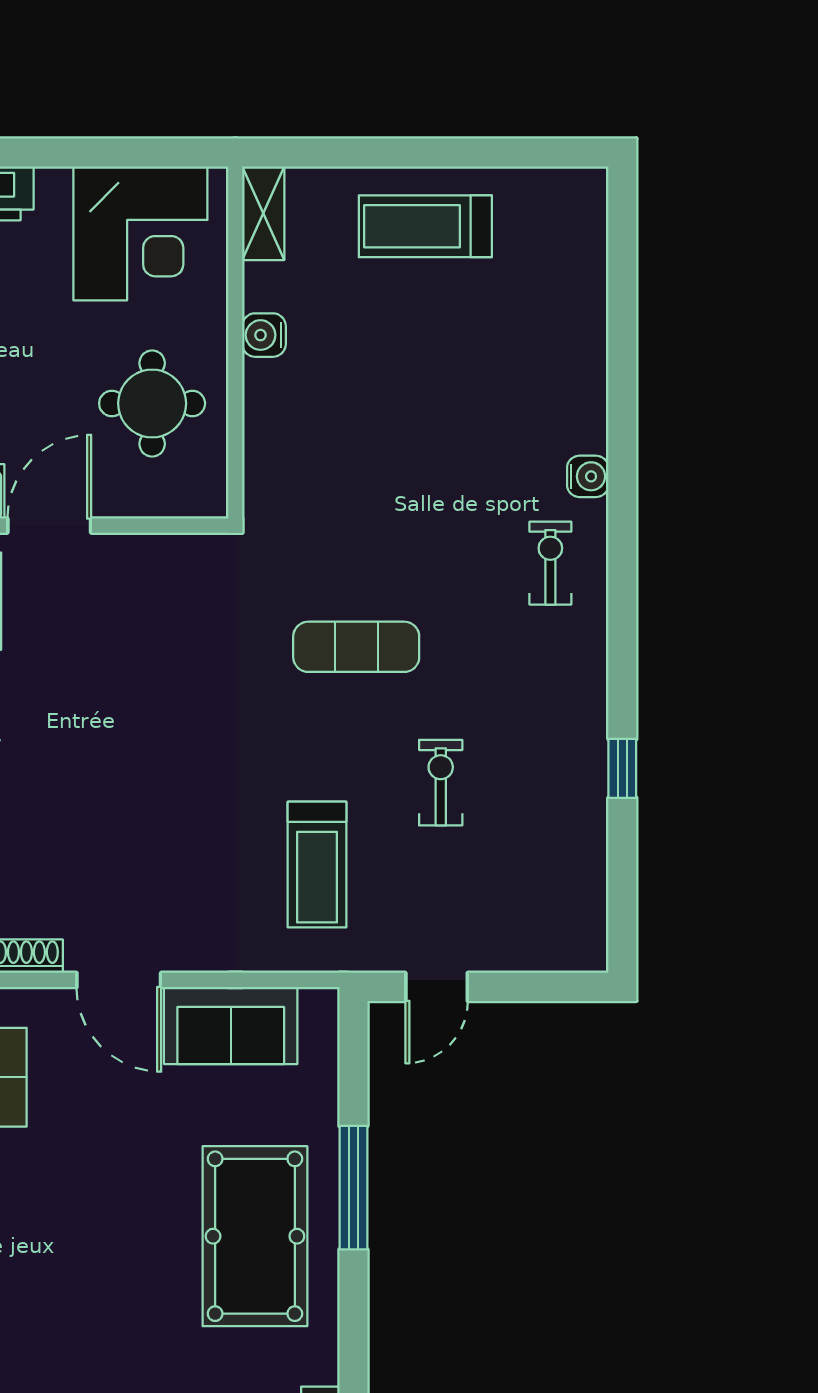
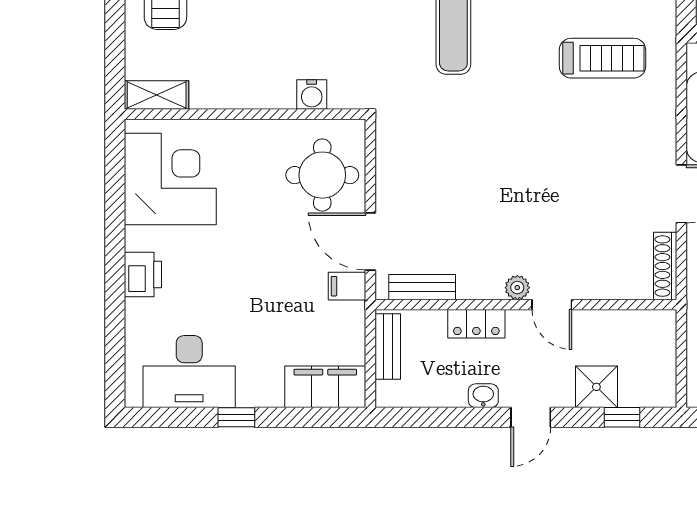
water cooler: (264, 335) -> (312, 94), moved
round table: (152, 403) -> (322, 175), moved

